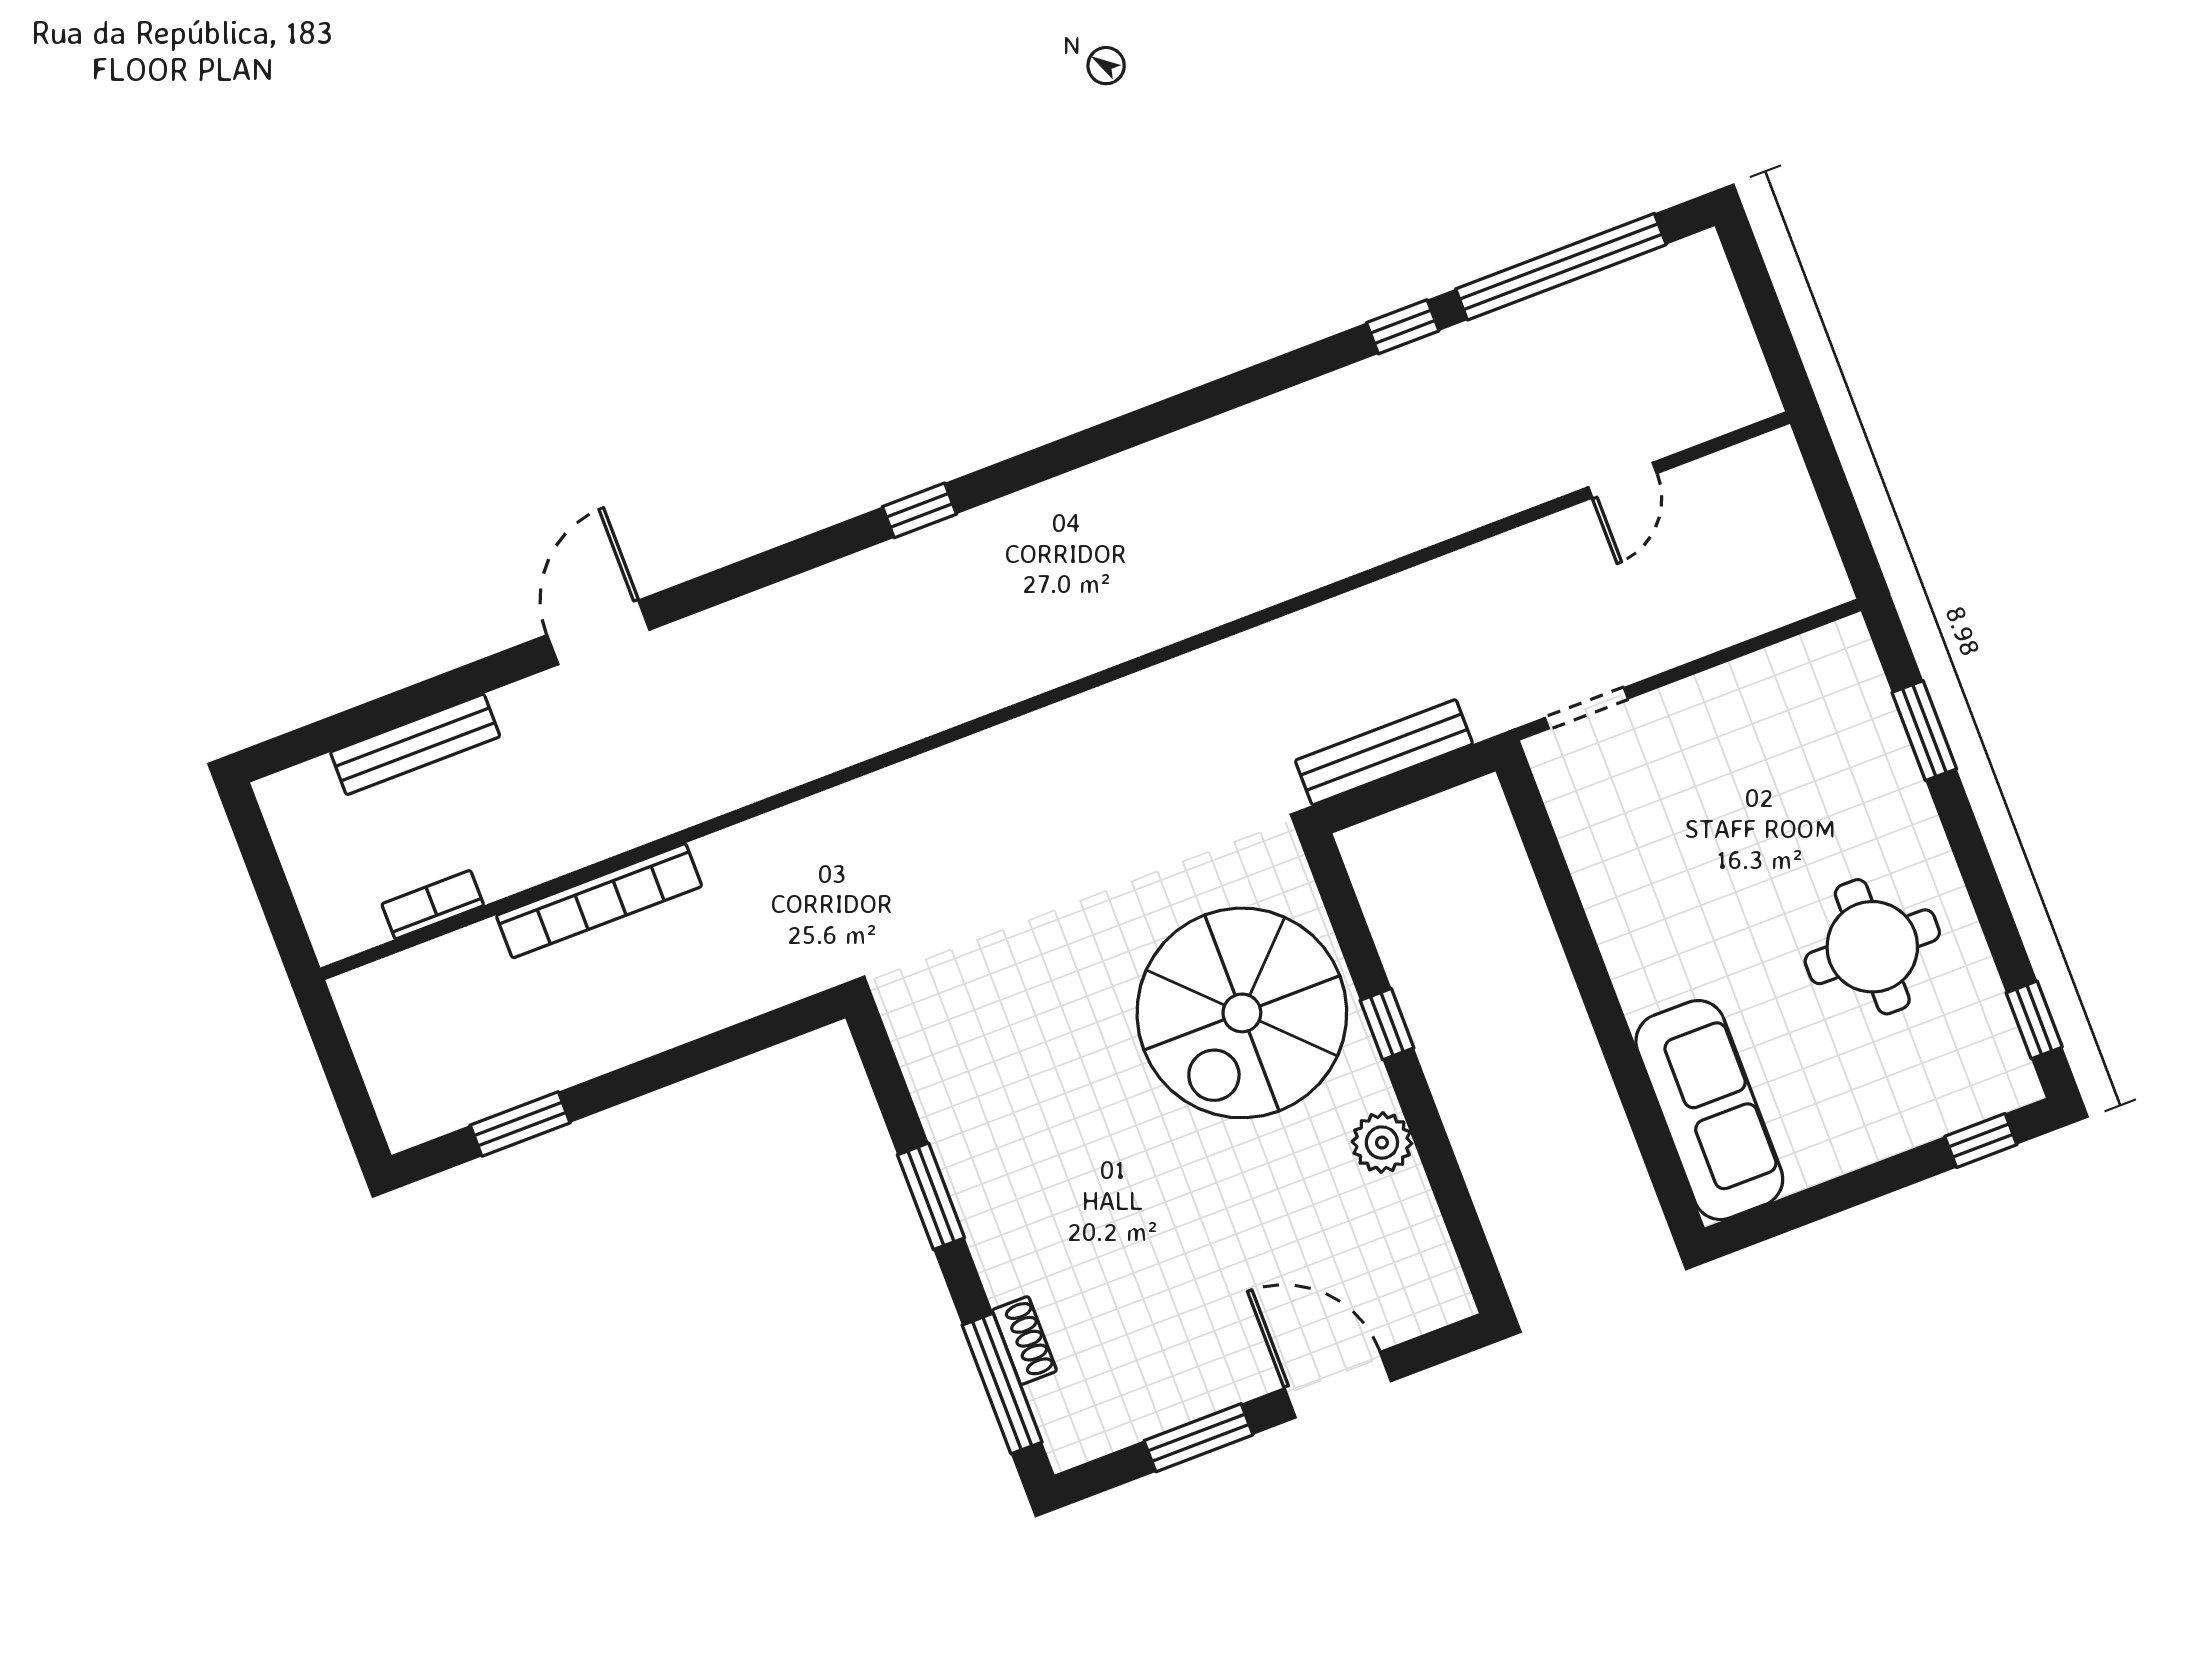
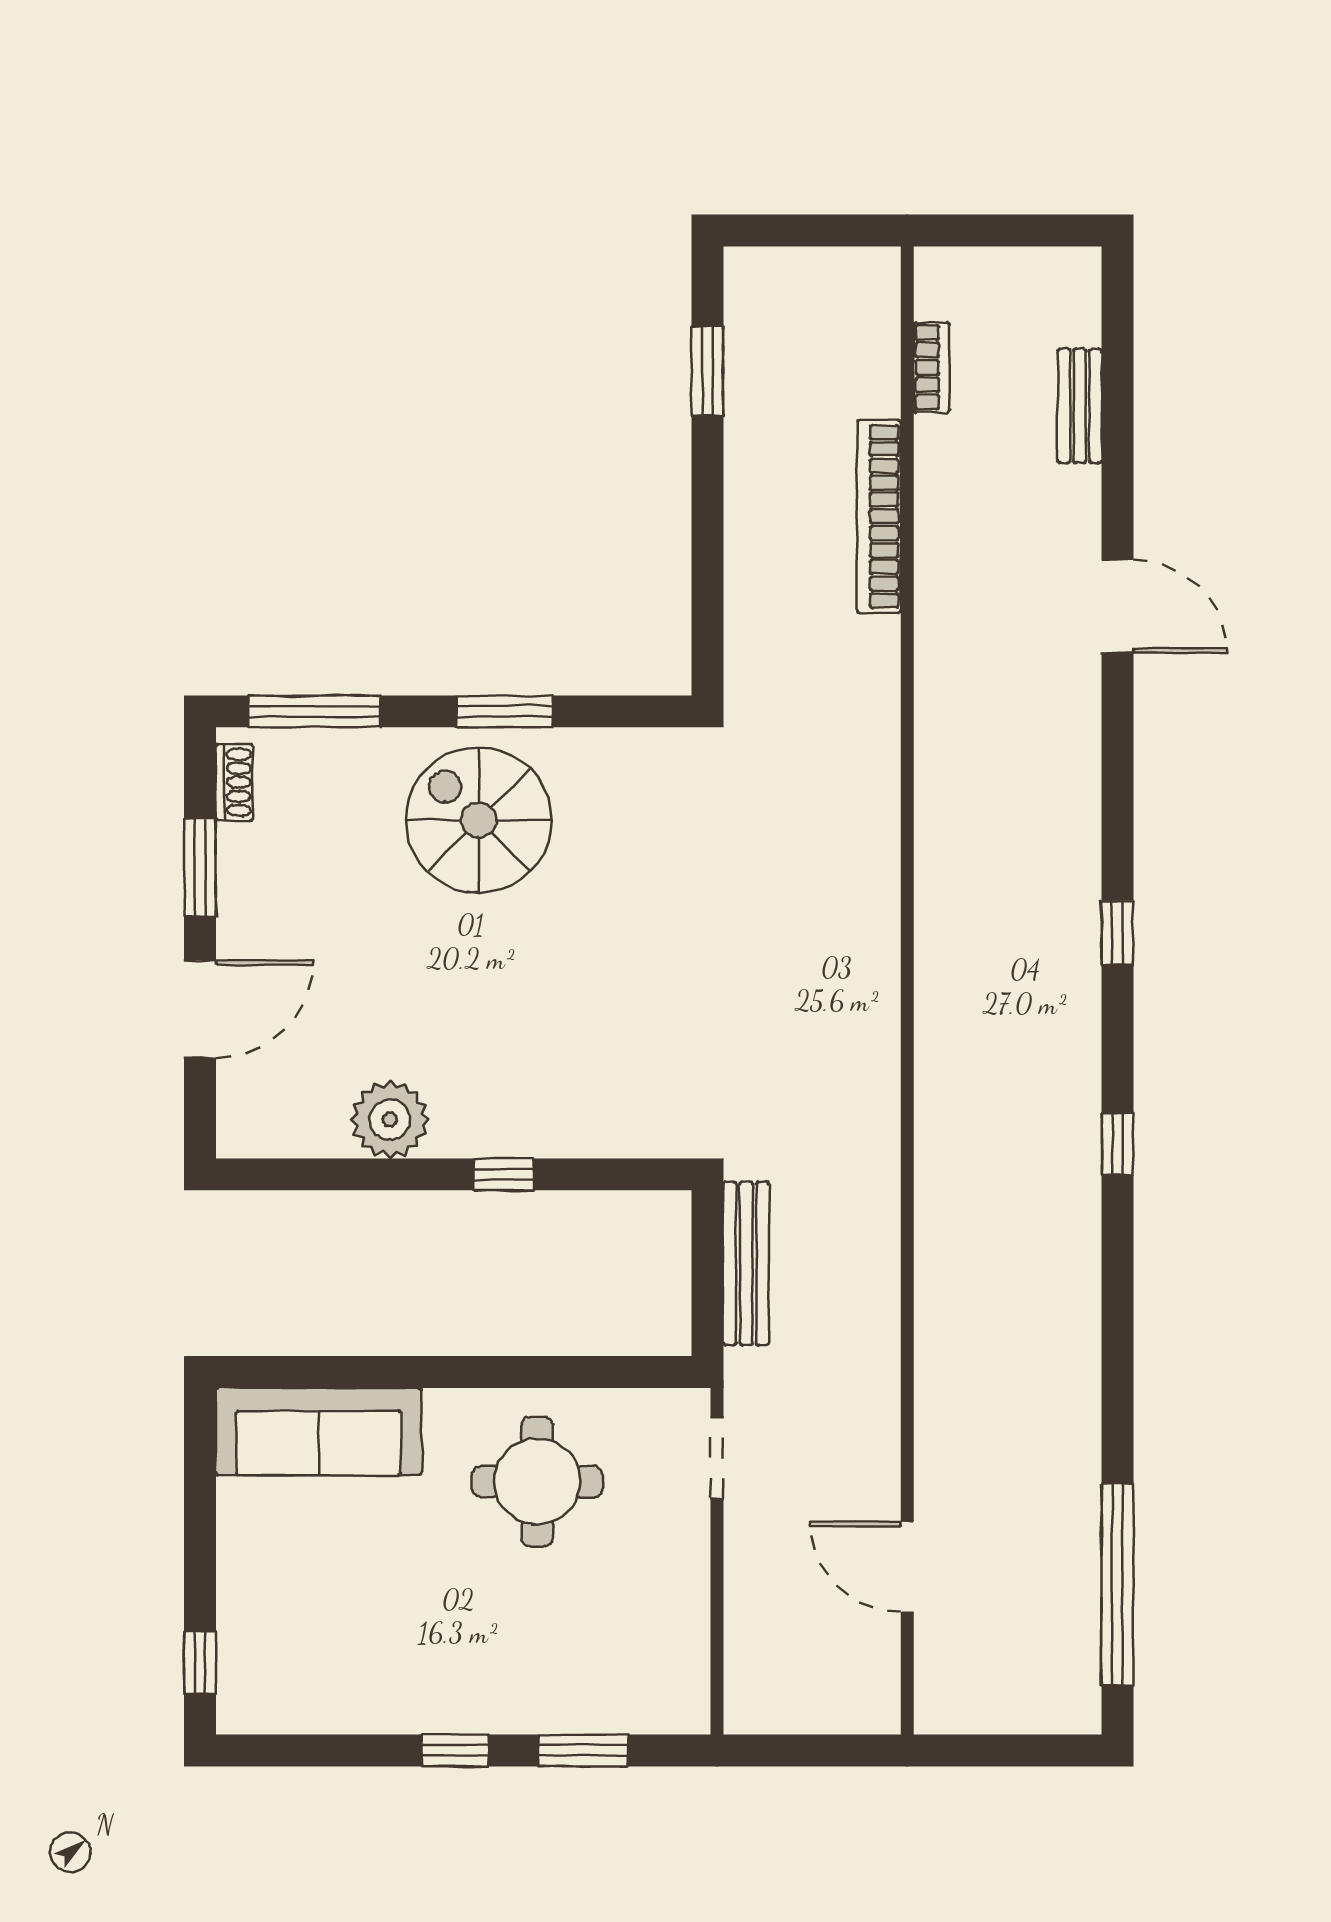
window: (1403, 327) -> (1118, 1144), moved
door: (1622, 480) -> (907, 1567), width x1.38
bench: (415, 744) -> (1080, 406), width x0.73
round table: (1872, 947) -> (537, 1482), moved
spiral stairs: (1242, 1013) -> (479, 820), moved, width x0.73, depth x0.73
window: (2034, 1020) -> (455, 1750), moved
plant: (1382, 1143) -> (390, 1120), width x1.36, depth x1.36
shoe rack: (1024, 1340) -> (234, 782), moved, turned -90

